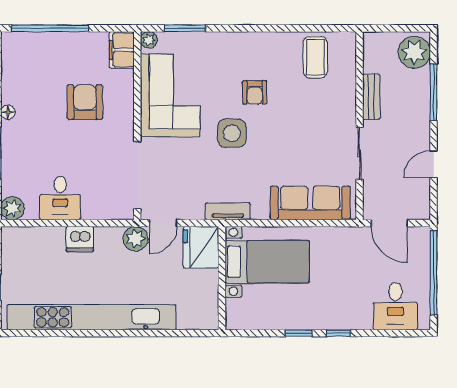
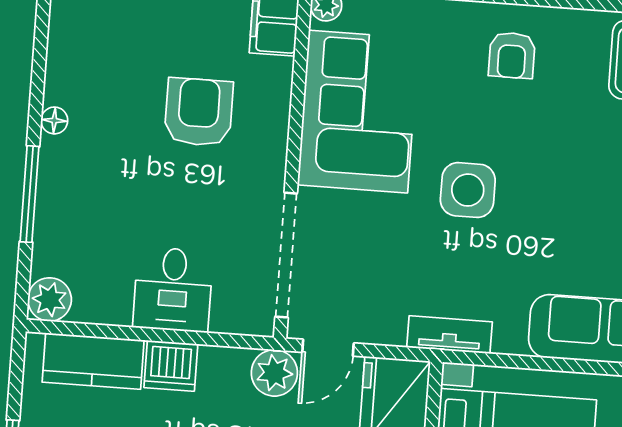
armchair: (255, 92) -> (512, 55), moved
desk: (60, 198) -> (173, 290), moved
kitchen counter: (38, 240) -> (93, 361), added

